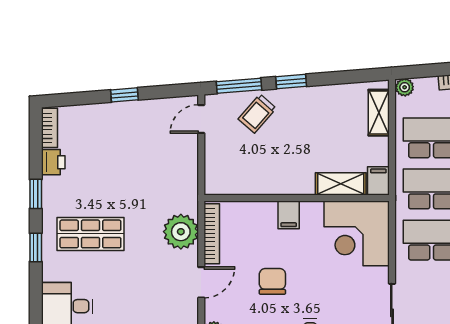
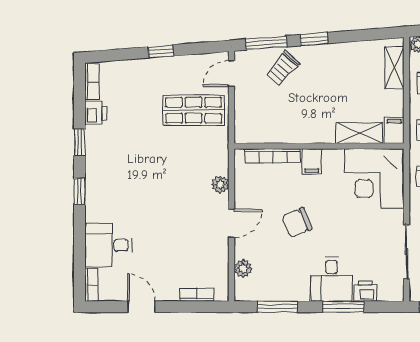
plant: (181, 232) -> (220, 184), width x0.53, depth x0.53
shop shelf: (90, 234) -> (194, 110), moved
bookcase: (212, 234) -> (273, 156), moved, turned 90
chair: (272, 281) -> (297, 223), turned -112

